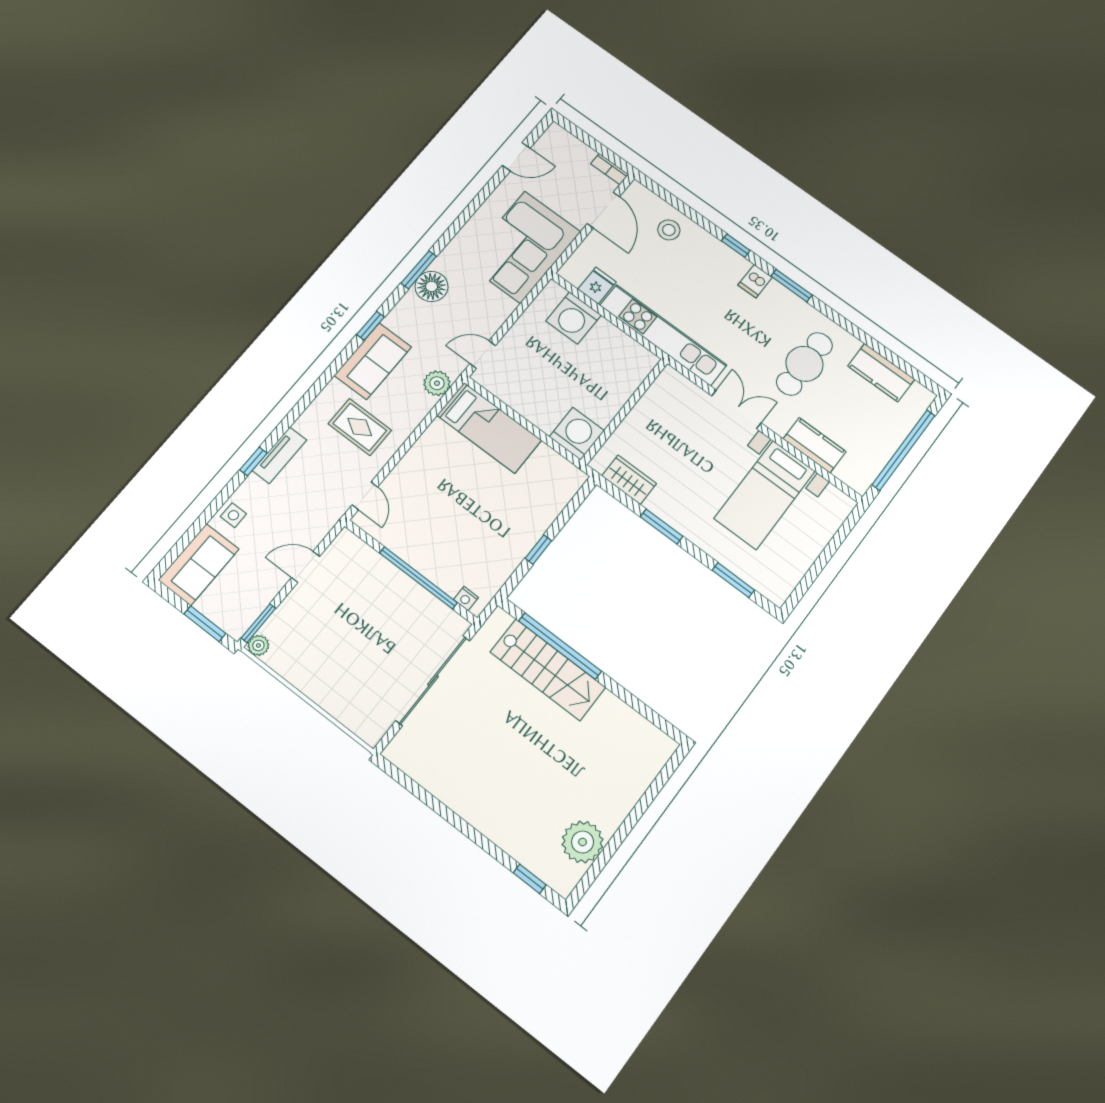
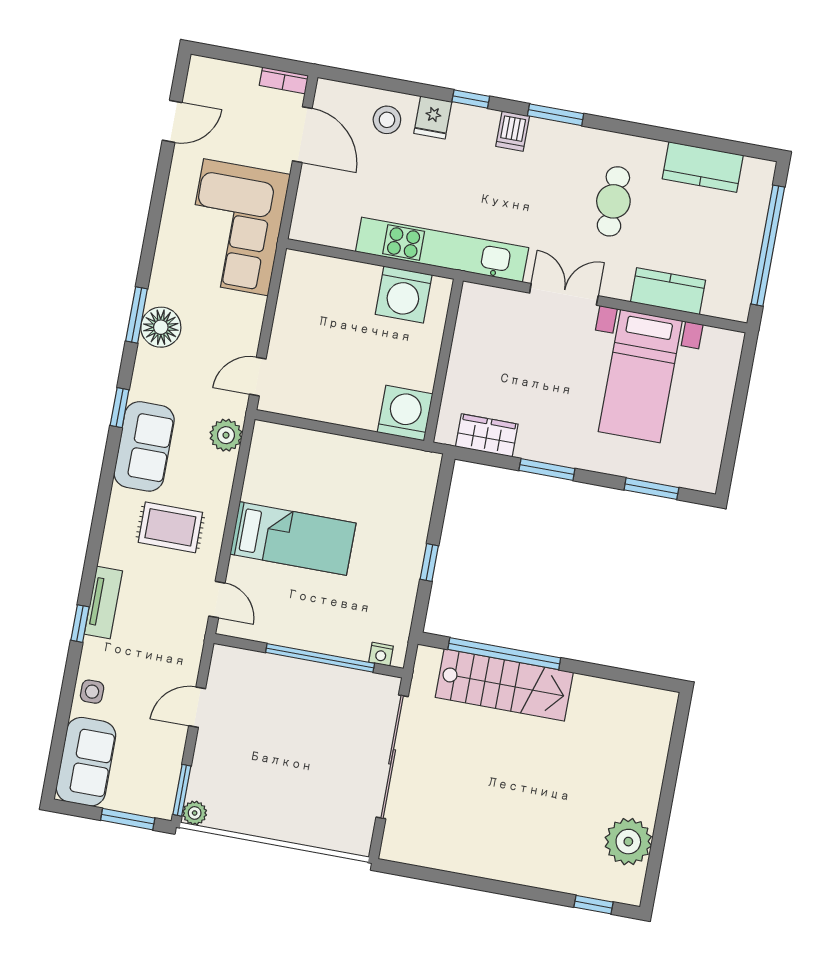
fridge: (597, 286) -> (433, 118), moved, turned 180
washing machine: (574, 318) -> (404, 295), moved
cafe table: (804, 364) -> (613, 201), width x0.73, depth x0.74
bed: (489, 428) -> (293, 539), moved

